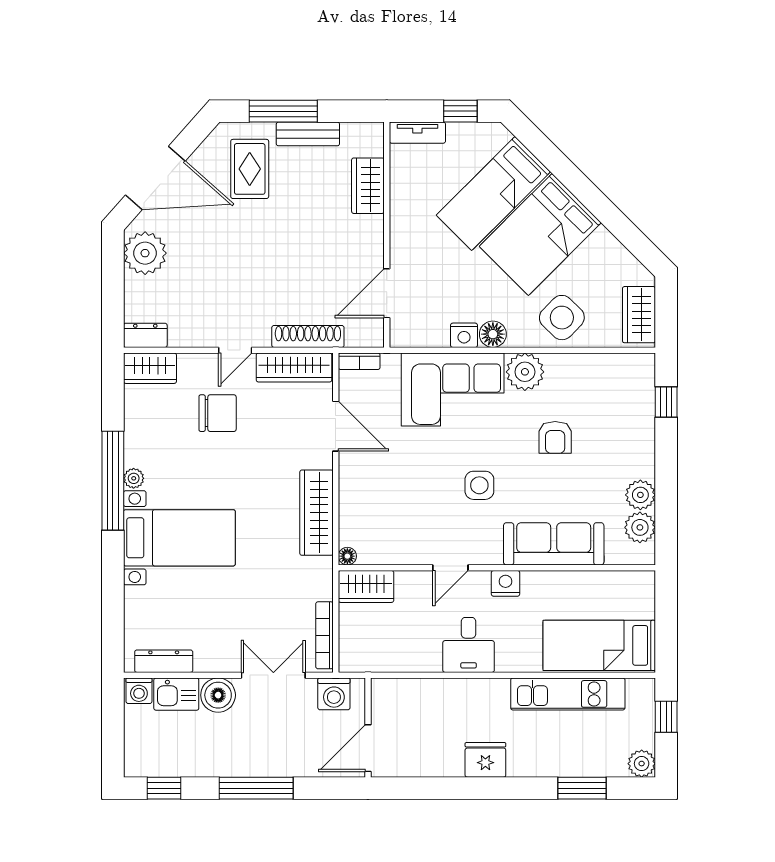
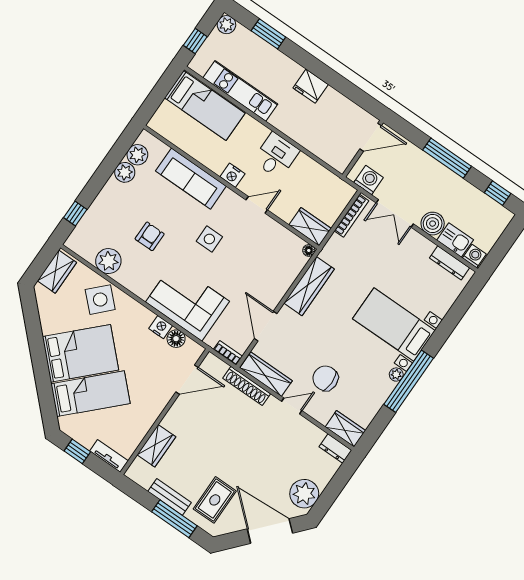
floor lamp: (493, 334) -> (176, 339), moved
plant: (525, 372) -> (108, 261), moved

